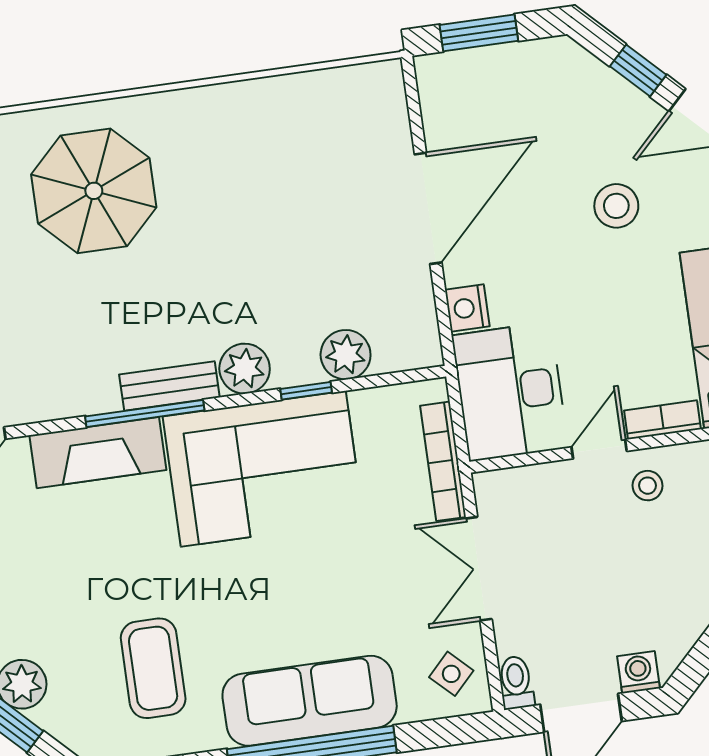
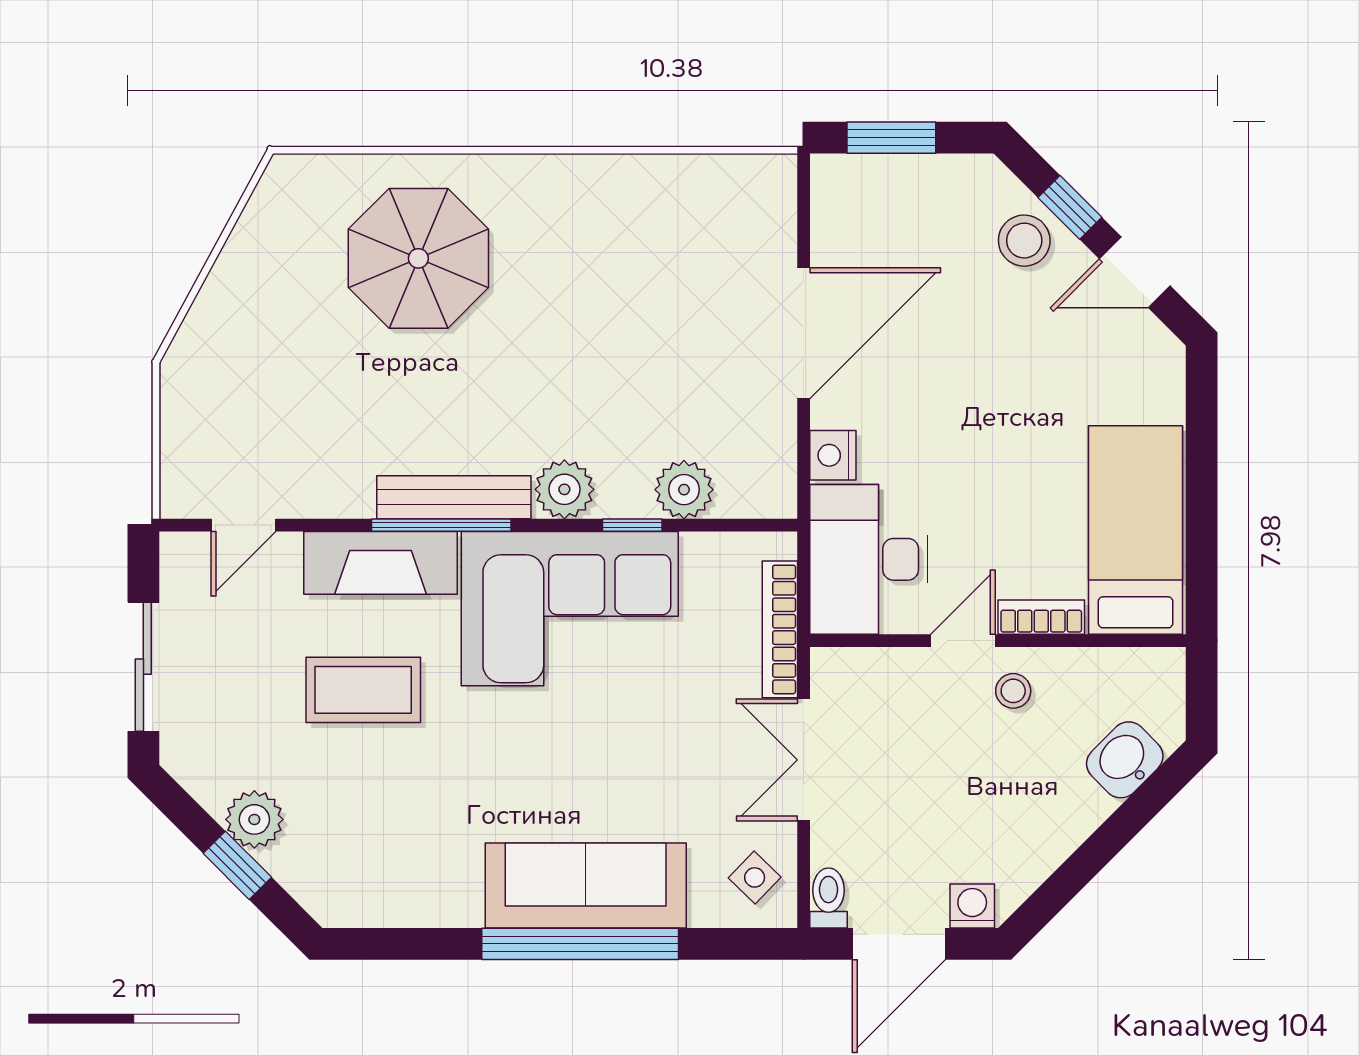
stool: (616, 206) -> (1024, 241), moved
bench: (169, 386) -> (454, 497), width x1.36
coffee table: (153, 668) -> (363, 690), moved, turned 90

